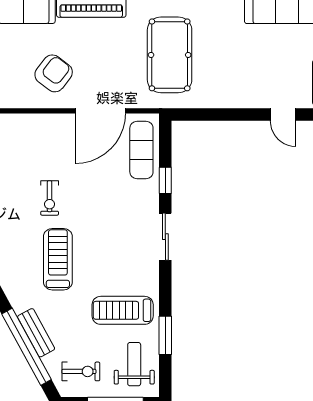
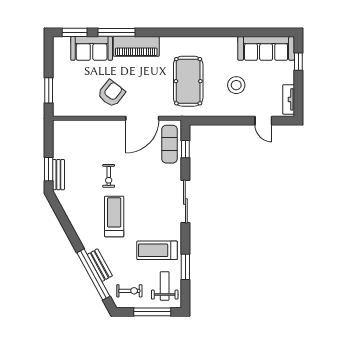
stool: (242, 61) -> (236, 85), added
window: (165, 180) -> (185, 149), moved
sliding door: (165, 237) -> (185, 202), width x1.37

